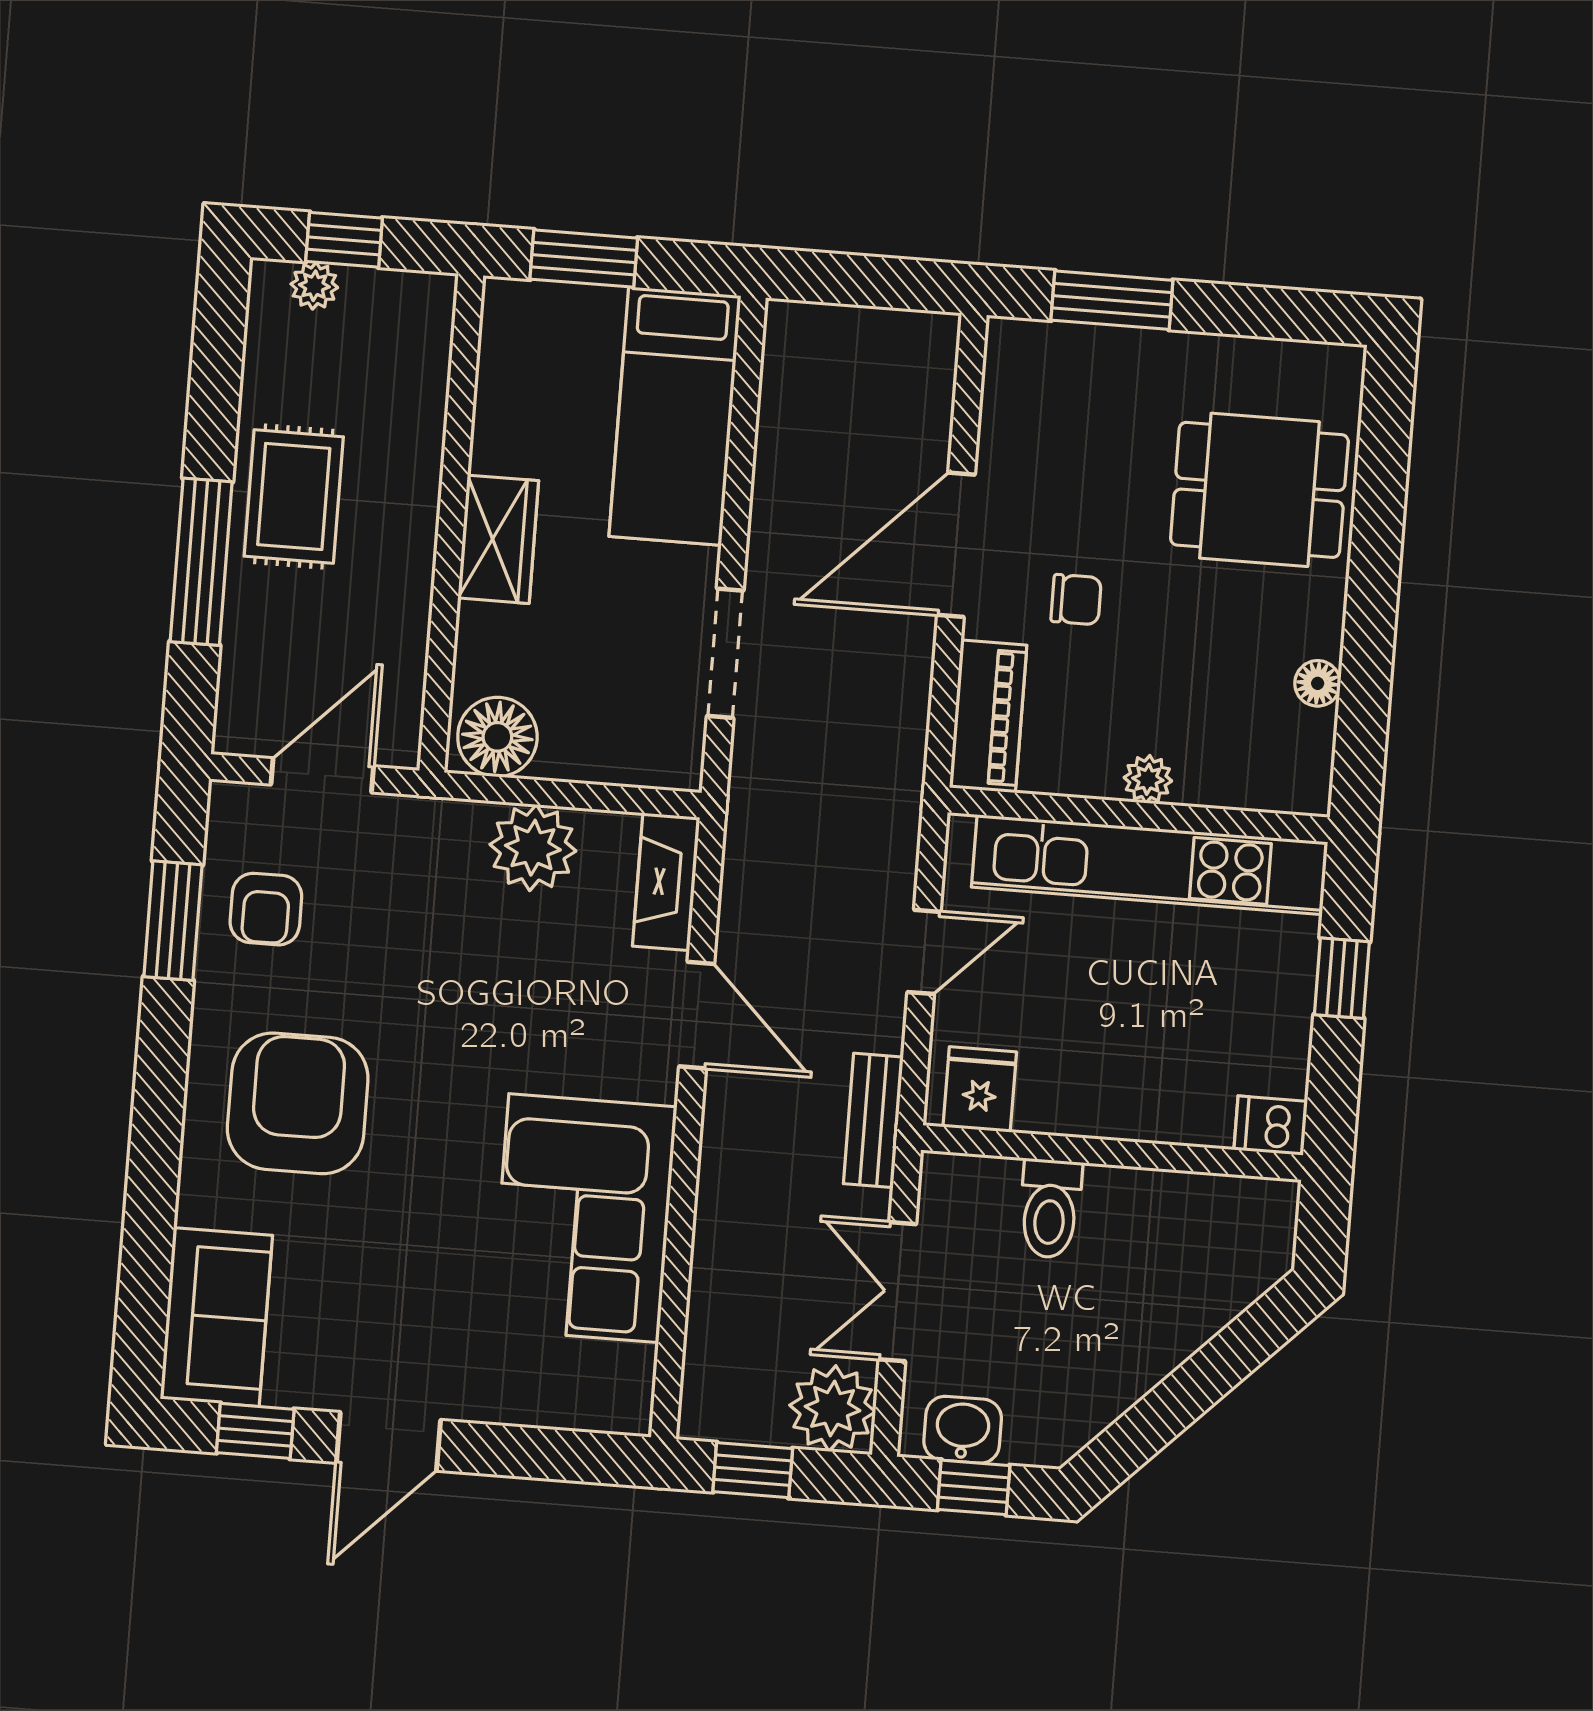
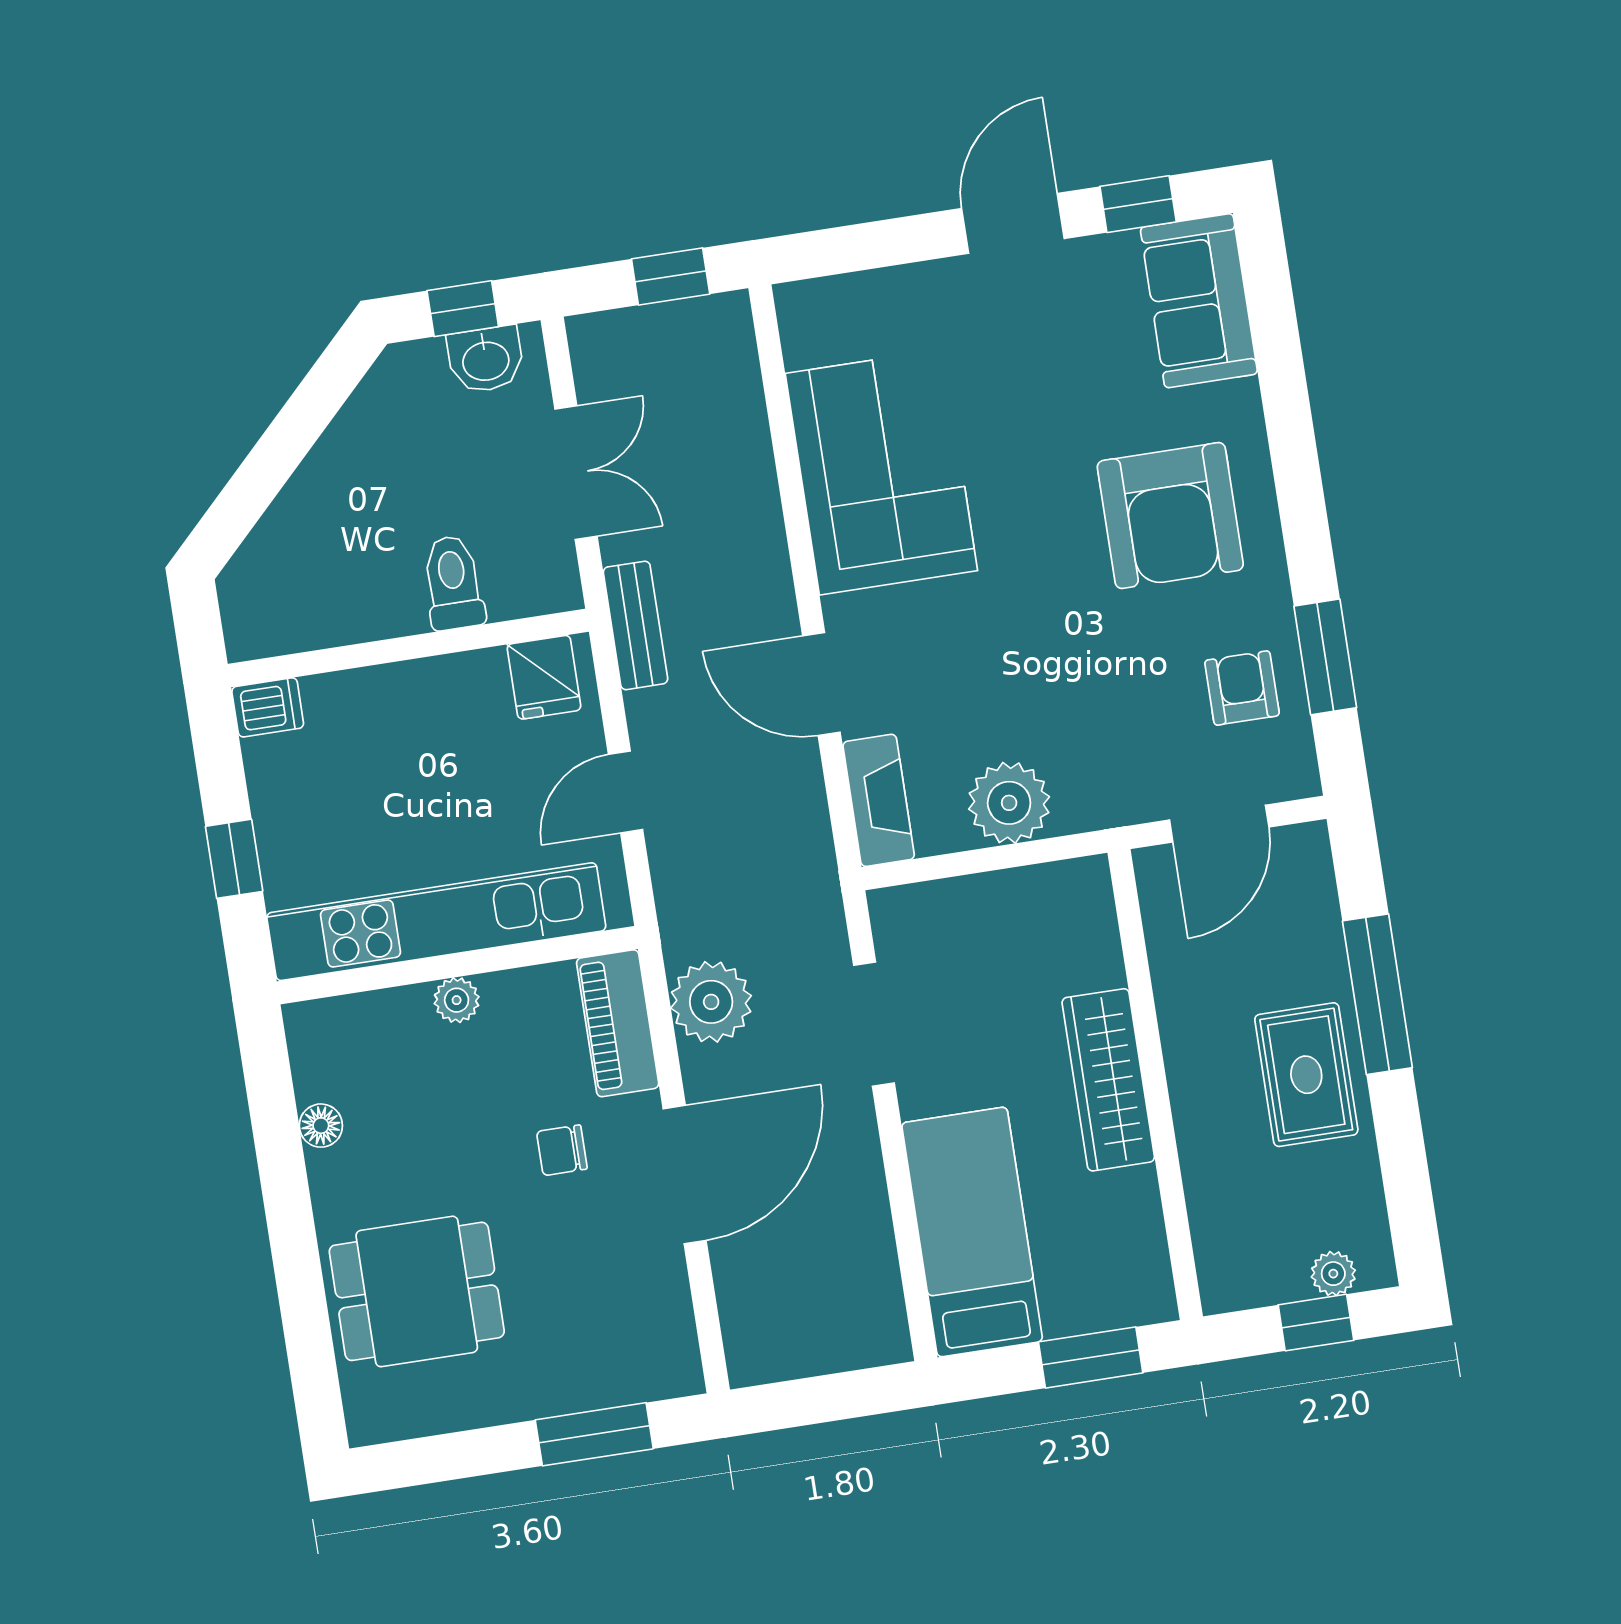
wardrobe: (498, 539) -> (1108, 1080), width x1.50
floor lamp: (497, 737) -> (1066, 897), removed
plant: (833, 1408) -> (711, 1002), moved

